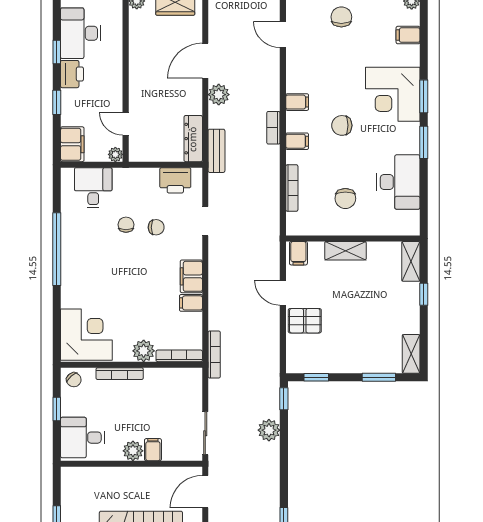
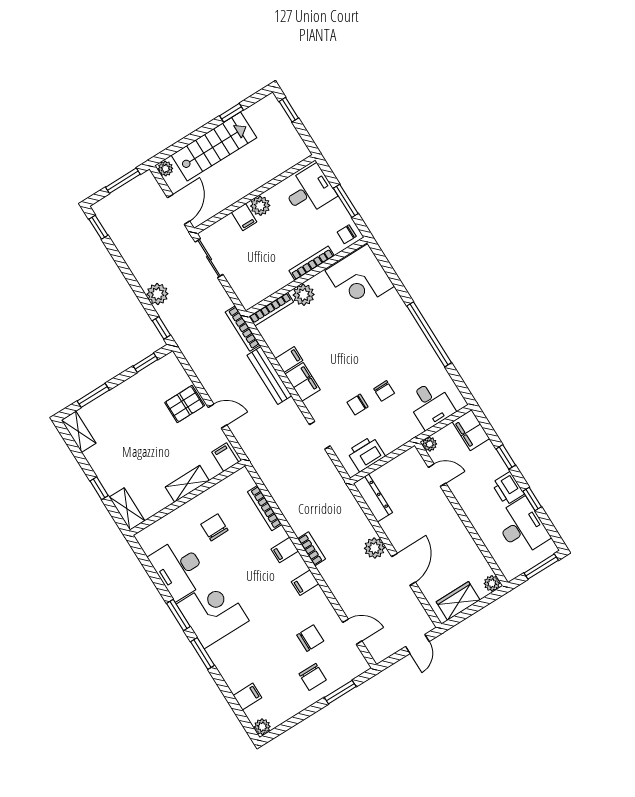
corner desk: (393, 94) -> (213, 613), moved
chair: (342, 125) -> (310, 638), moved
bench: (216, 151) -> (269, 376), moved, width x1.36
chair: (74, 380) -> (347, 234), turned -49
window: (57, 409) -> (346, 201), width x1.50

